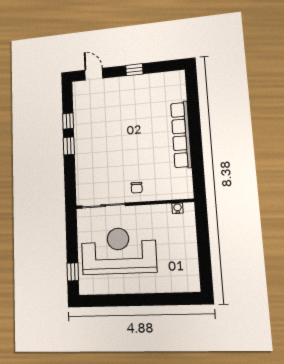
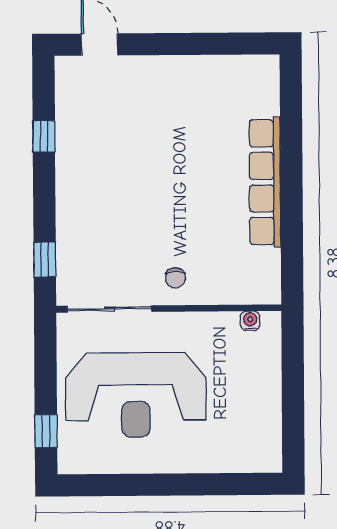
window: (134, 70) -> (182, 44), removed
window: (69, 146) -> (45, 259), moved
reception desk: (119, 251) -> (136, 395), turned 180

